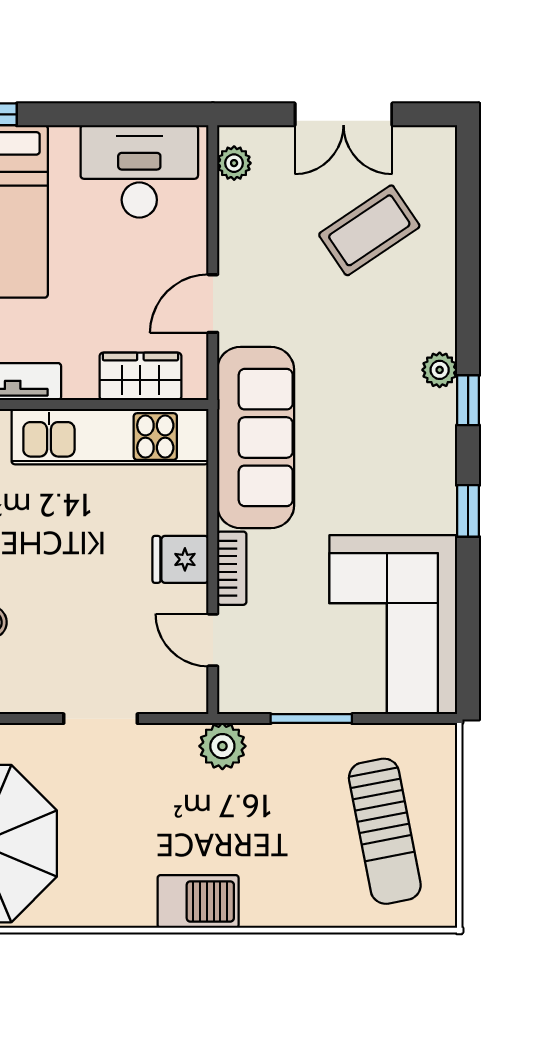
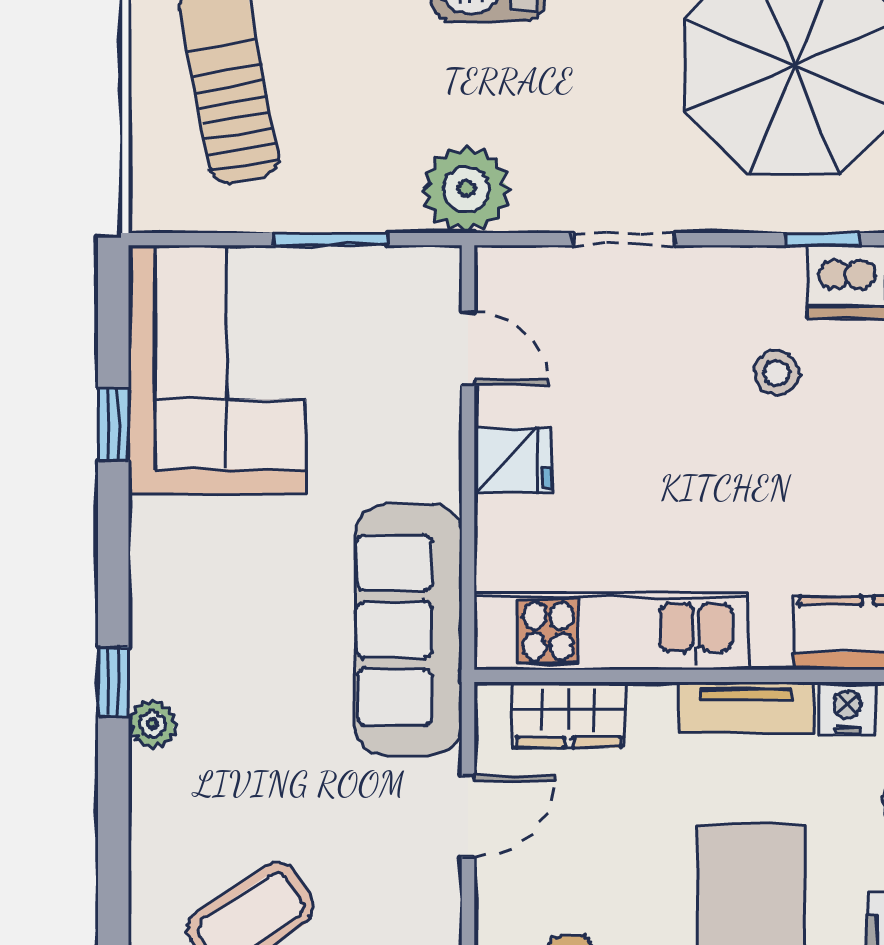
window: (468, 511) -> (113, 425), moved
bookcase: (232, 568) -> (442, 448), removed
plant: (222, 746) -> (466, 189), width x1.36, depth x1.36

